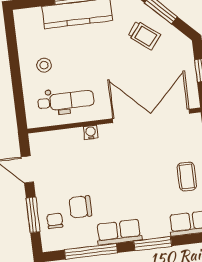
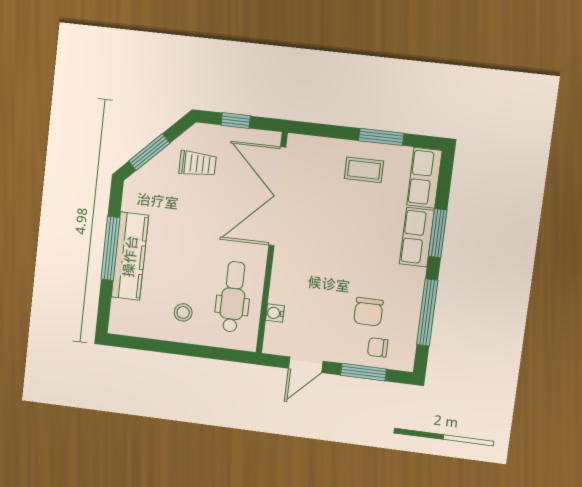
trolley: (144, 35) -> (198, 164), moved, turned 52
water cooler: (91, 132) -> (275, 313), moved
row of seats: (119, 232) -> (417, 237), moved

